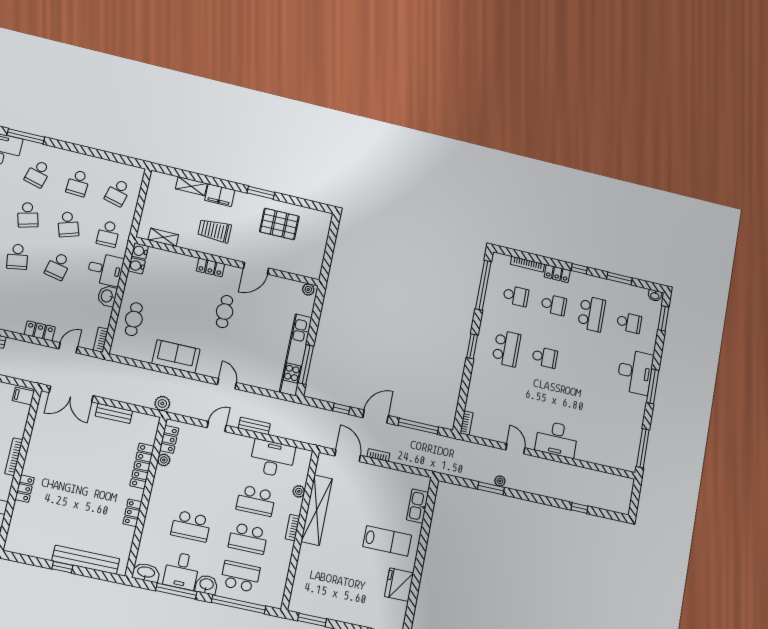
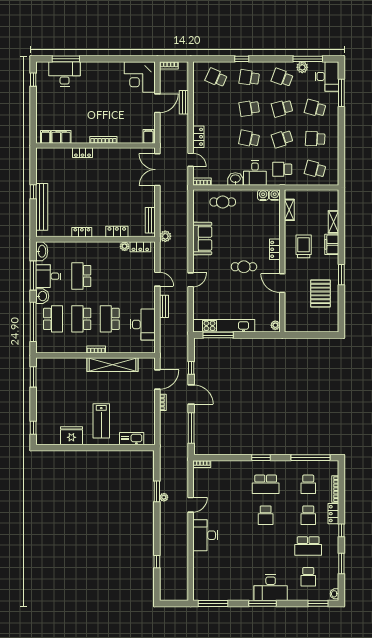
bench: (114, 413) -> (150, 220), moved
locker: (142, 466) -> (117, 232), width x0.66
plant: (299, 491) -> (123, 349), removed

